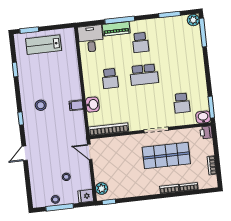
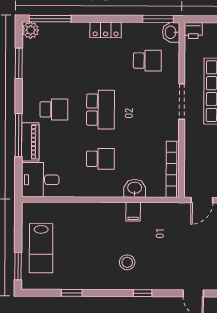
locker: (200, 72) -> (106, 30), added

